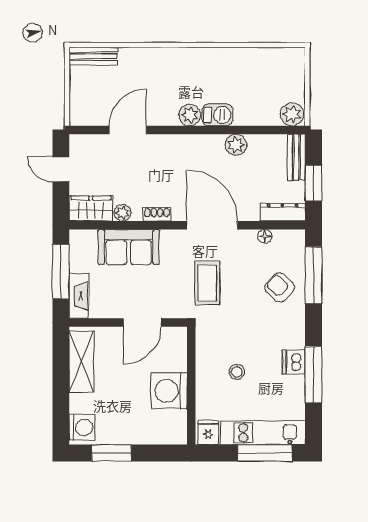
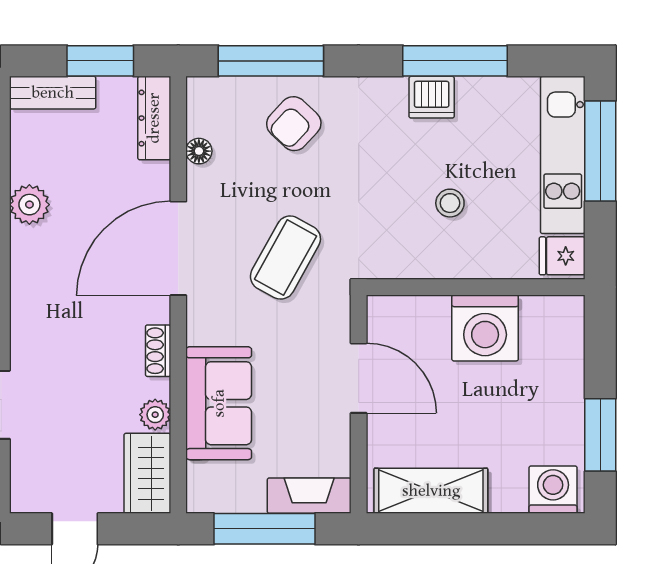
coffee table: (207, 283) -> (285, 258), turned -61

